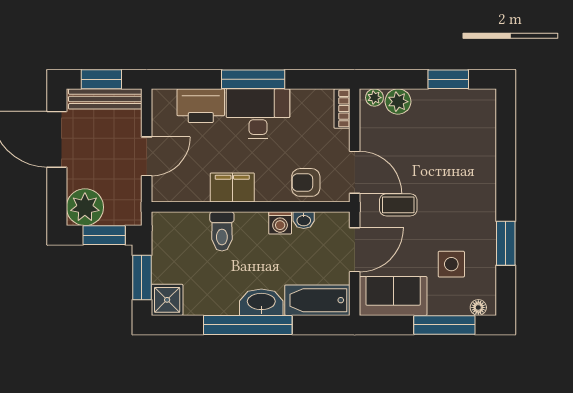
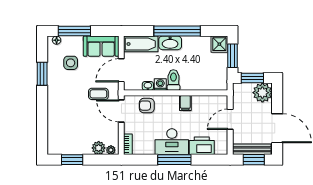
armchair: (306, 182) -> (147, 106), turned 180
filing cabinet: (232, 187) -> (185, 103), width x0.50
toilet: (222, 231) -> (173, 80), moved

